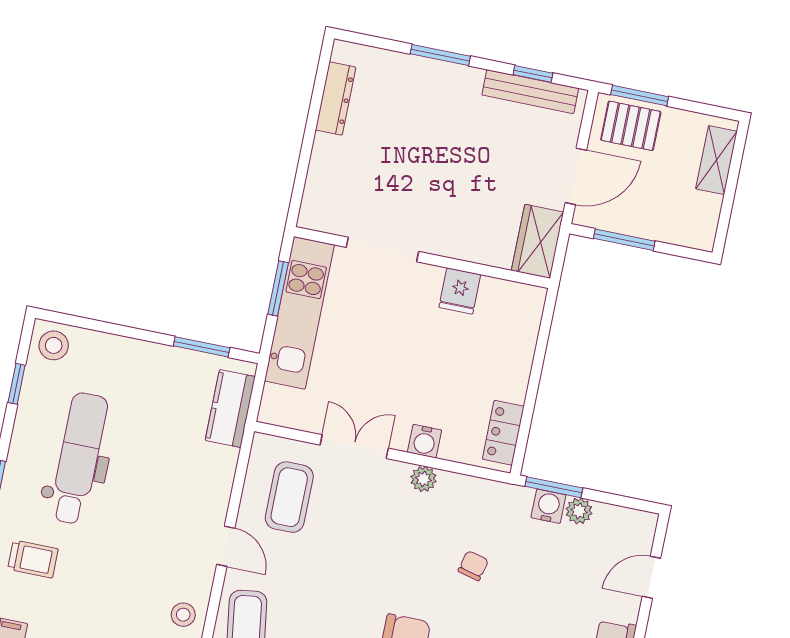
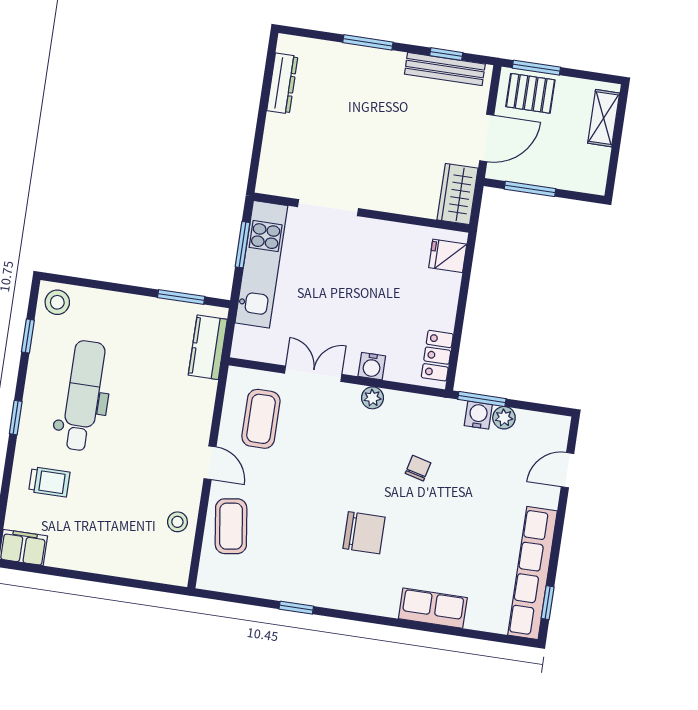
fridge: (460, 291) -> (448, 256), moved, turned 90

